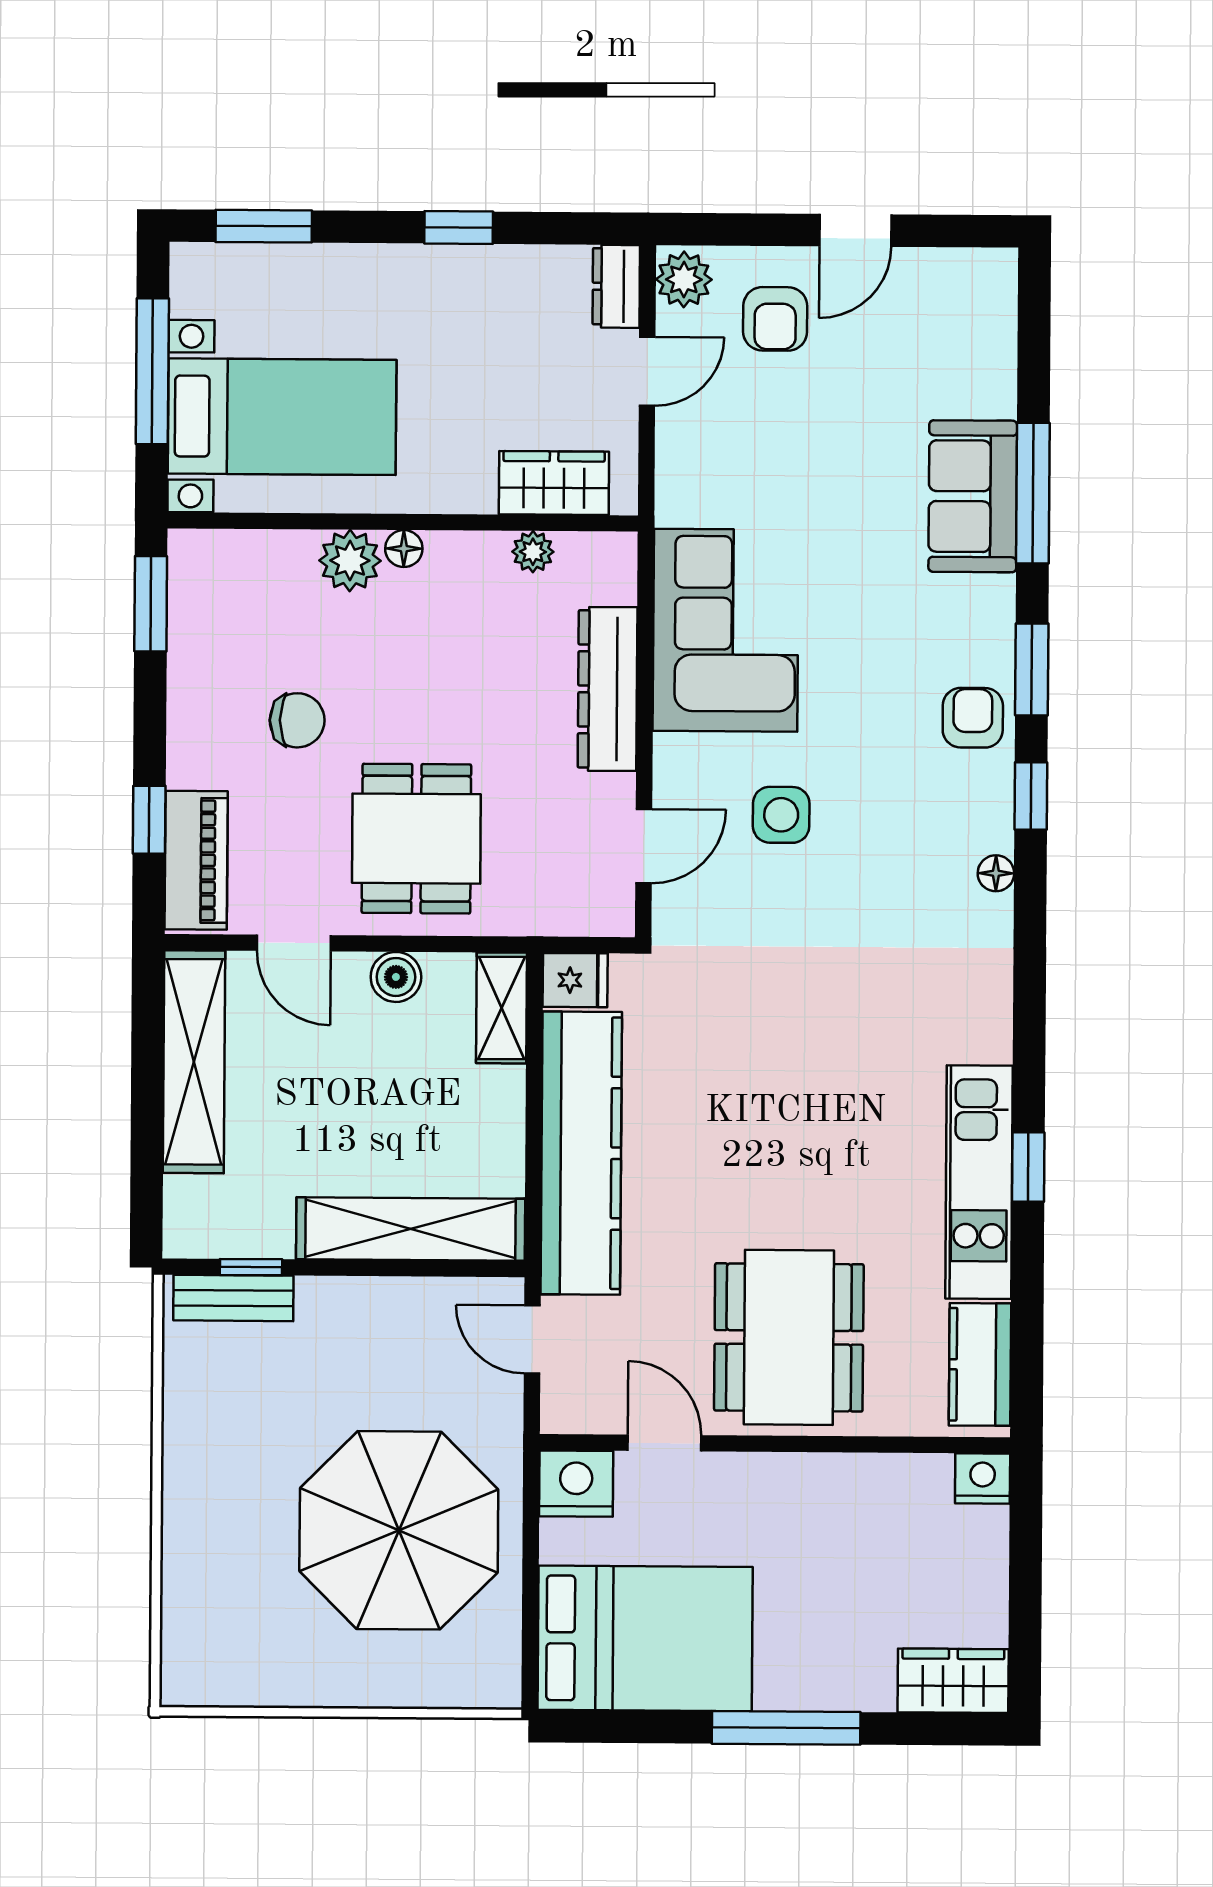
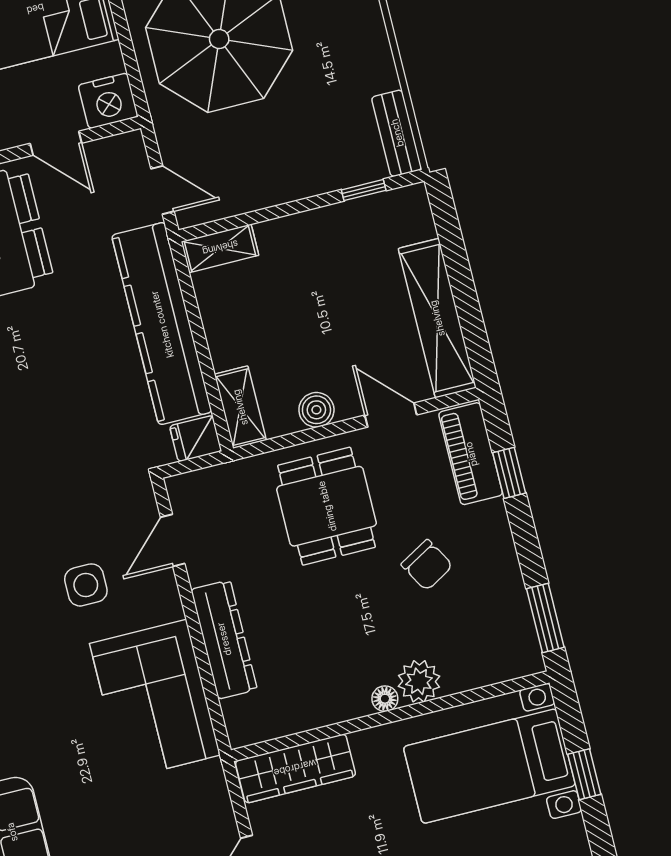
window: (152, 371) -> (584, 774), width x0.46
wardrobe: (554, 483) -> (295, 768), width x1.50
plant: (533, 552) -> (298, 719), removed
chair: (297, 720) -> (427, 565), turned -120
shelving: (411, 1229) -> (220, 248), width x0.45, depth x0.75
bench: (233, 1298) -> (397, 133), moved, turned 90

